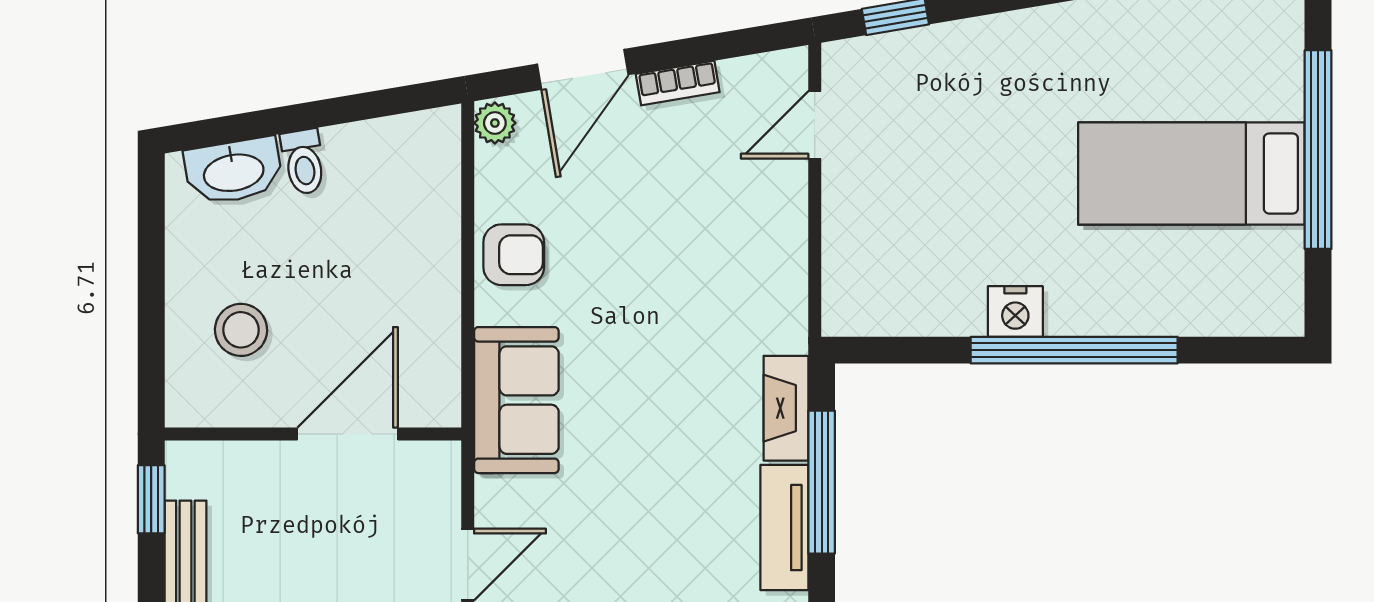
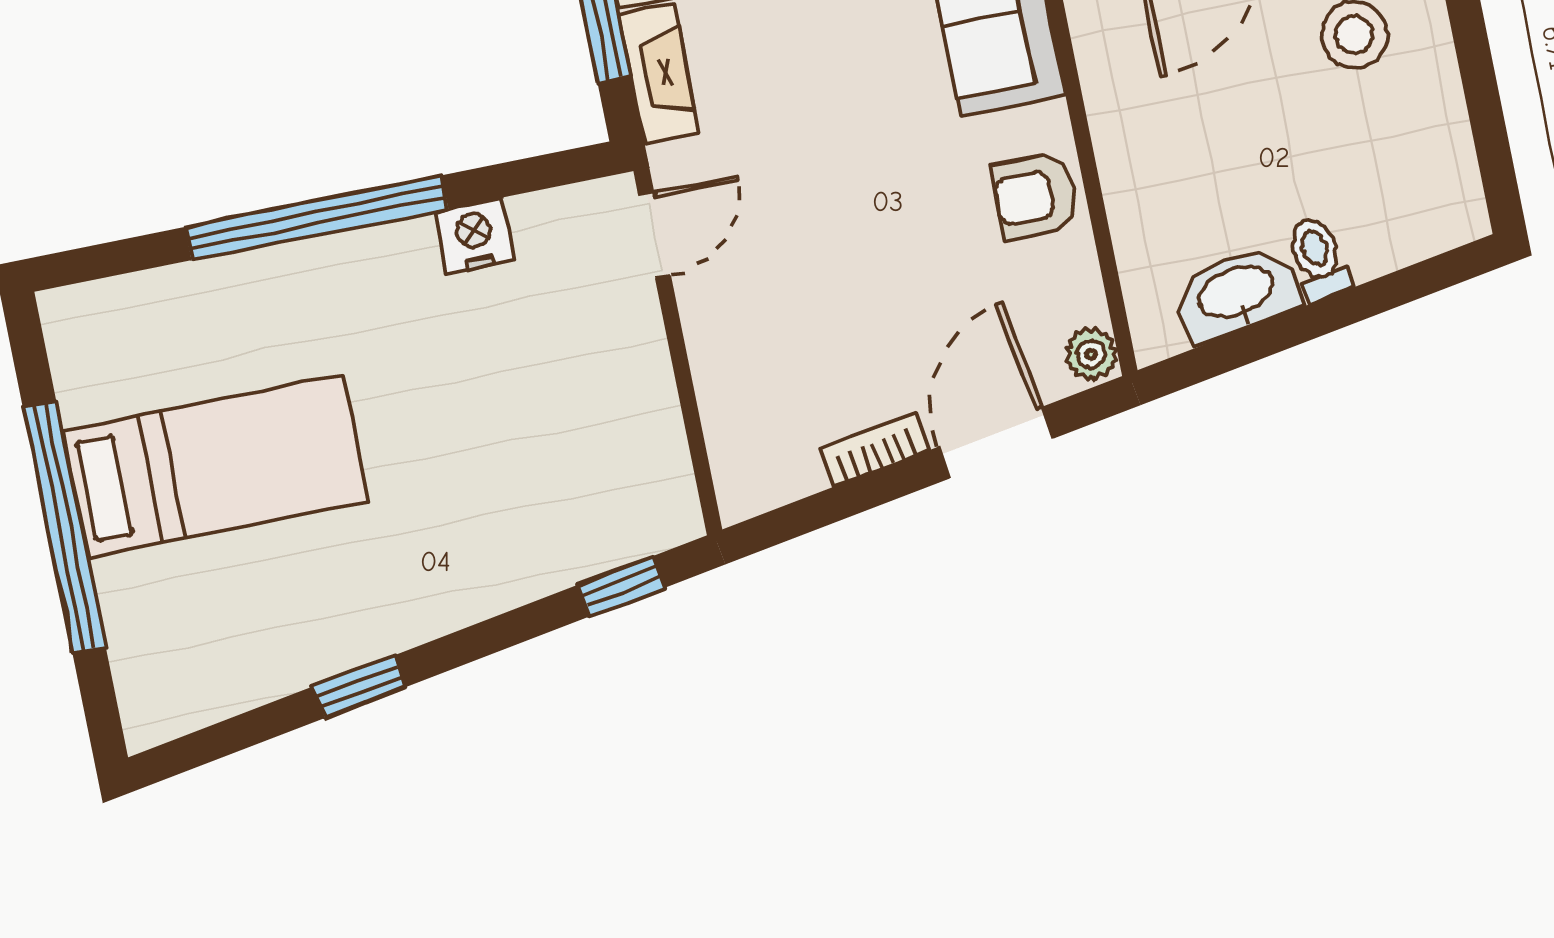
door: (815, 125) -> (655, 235), moved
washbasin: (233, 171) -> (1236, 293), moved
nightstand: (1015, 312) -> (474, 236), moved

